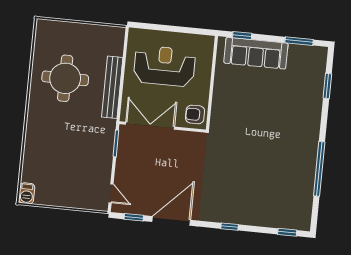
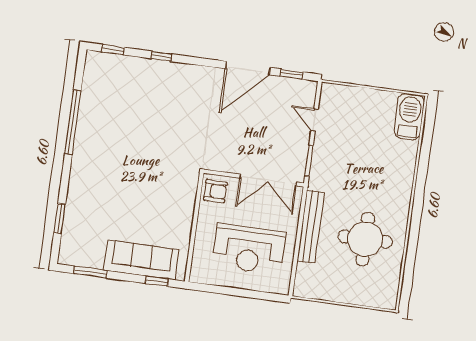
barbecue: (27, 193) -> (409, 117), width x1.88, depth x1.53
door: (111, 193) -> (315, 120), moved
window: (230, 227) -> (162, 56), moved

